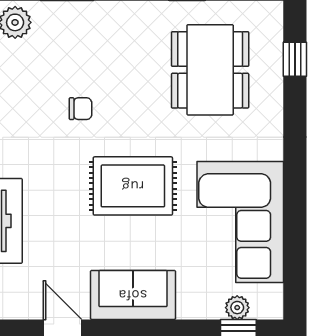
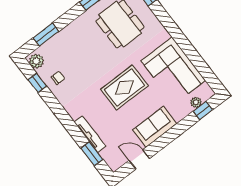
chair: (80, 109) -> (58, 78), moved

